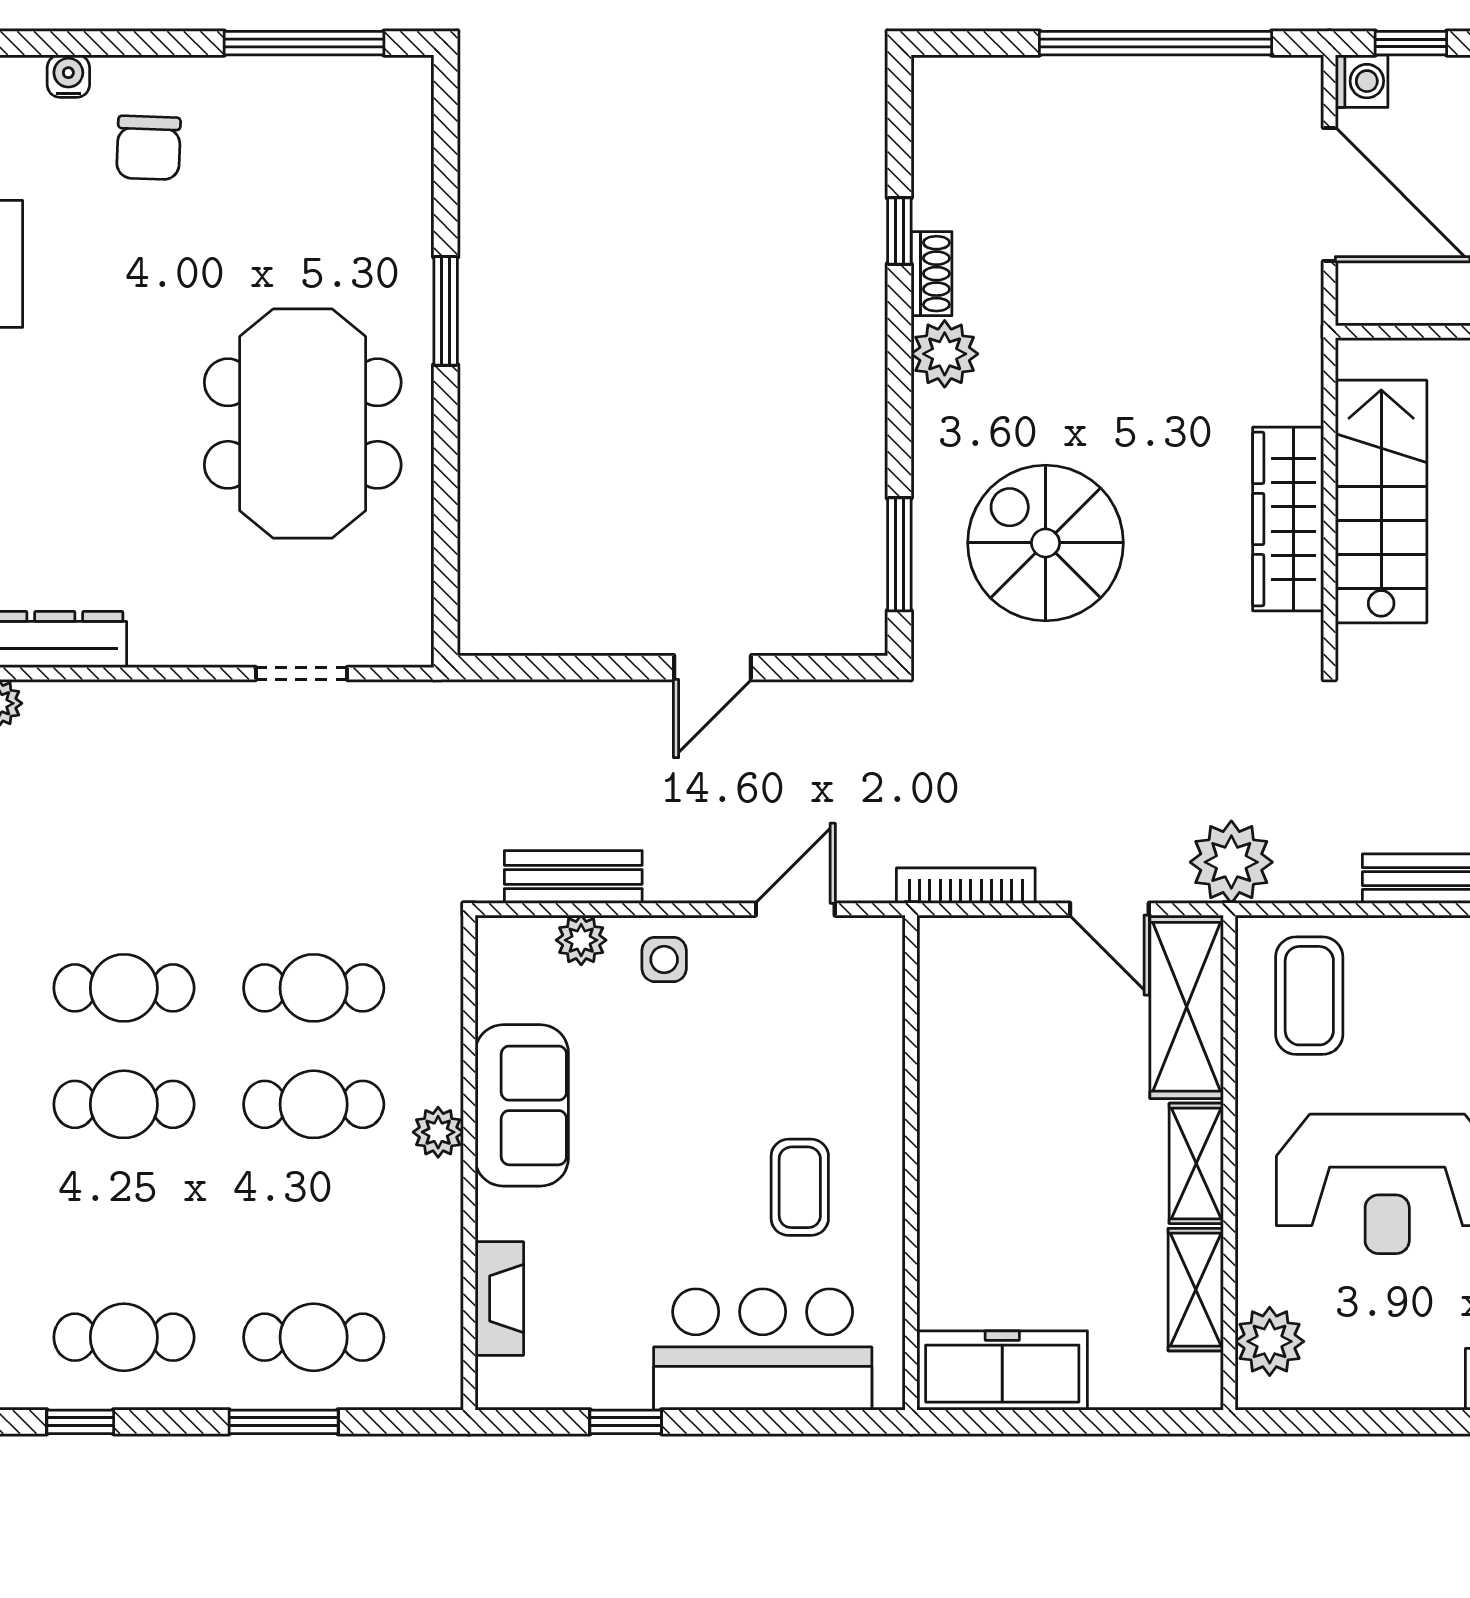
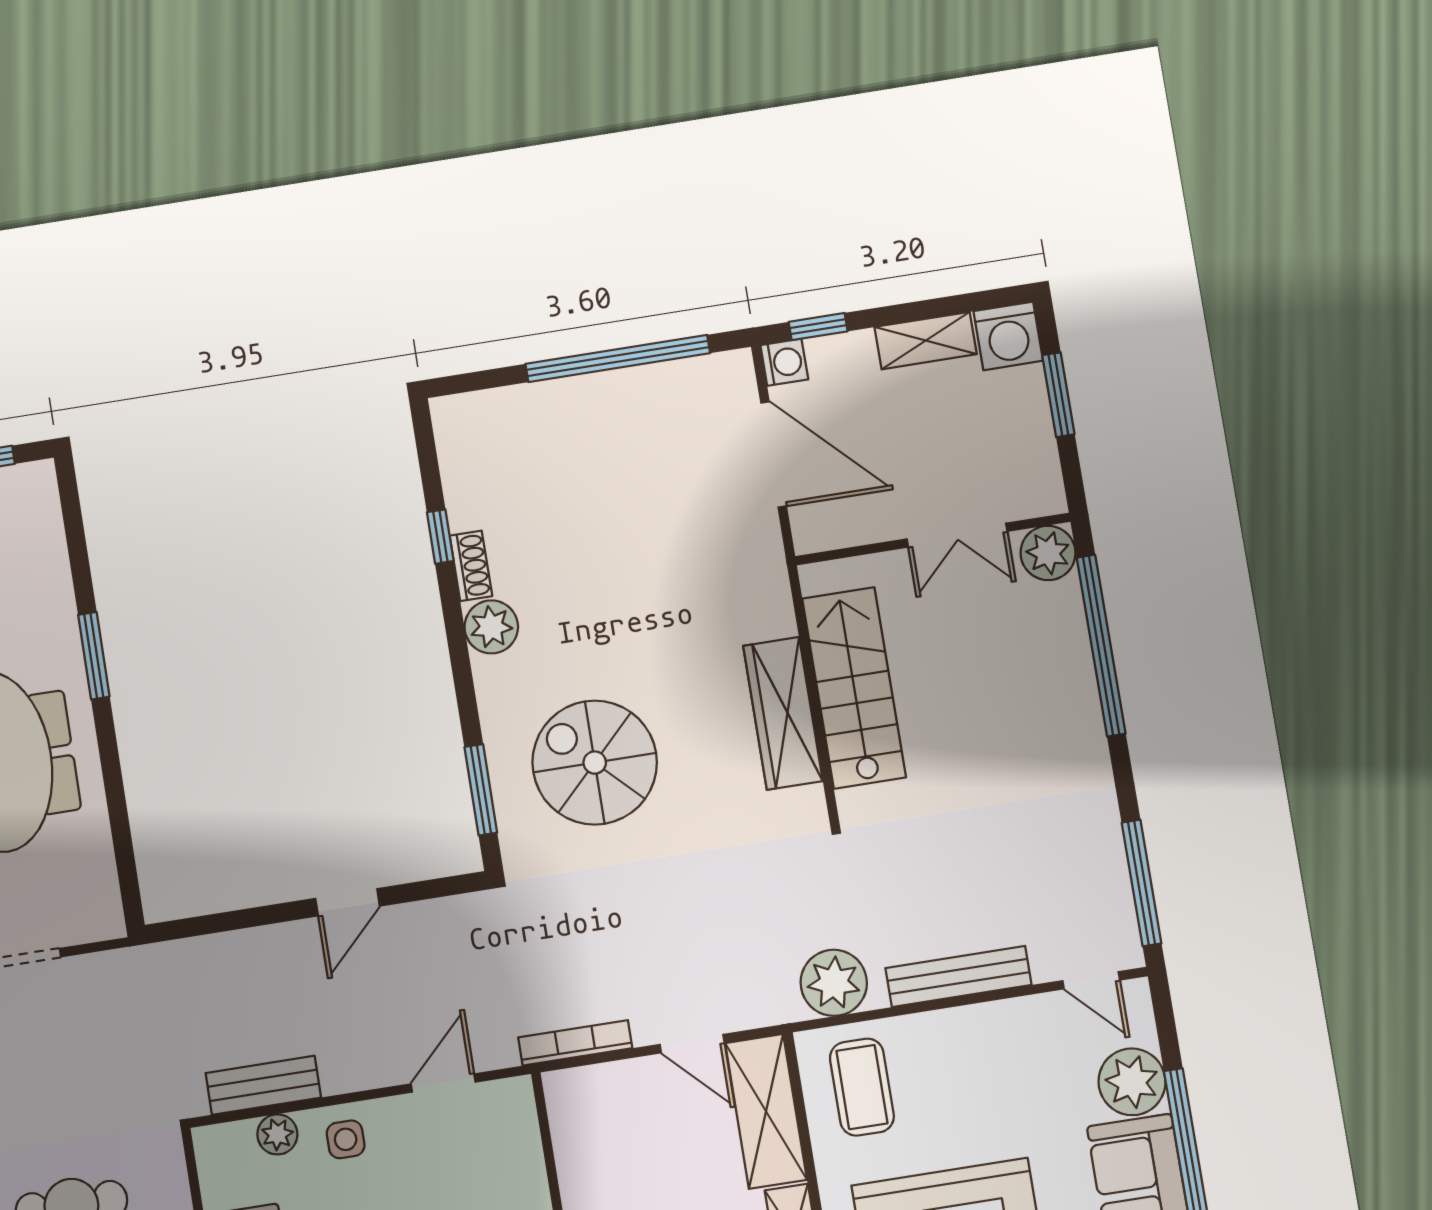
plant: (1231, 862) -> (834, 983), moved

